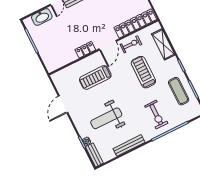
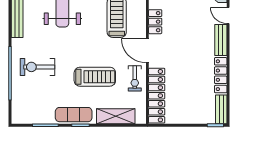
exercise mat: (179, 91) -> (74, 115), moved

